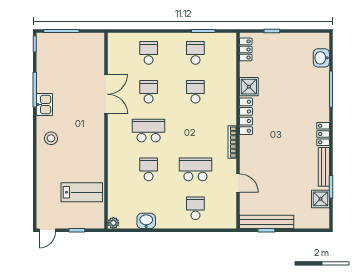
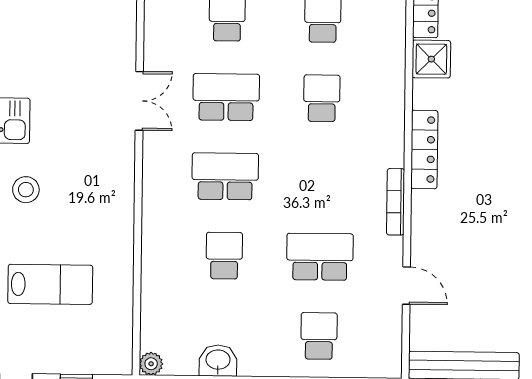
shower: (249, 87) -> (431, 59), moved
school desk: (149, 92) -> (226, 97), width x1.85
double door: (106, 94) -> (139, 101), width x0.73
lab bench: (82, 192) -> (50, 284), moved

